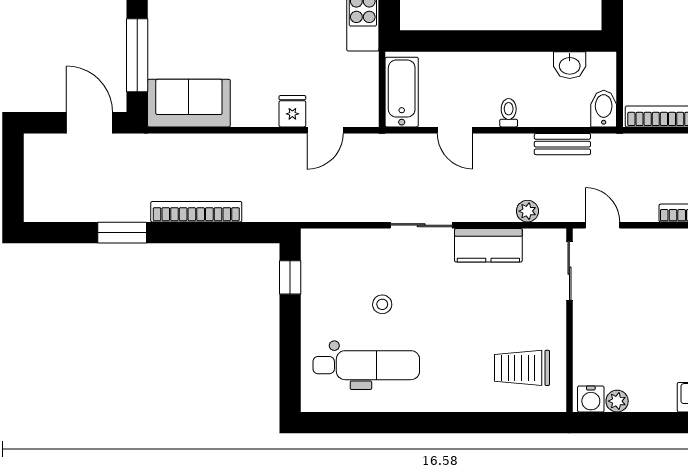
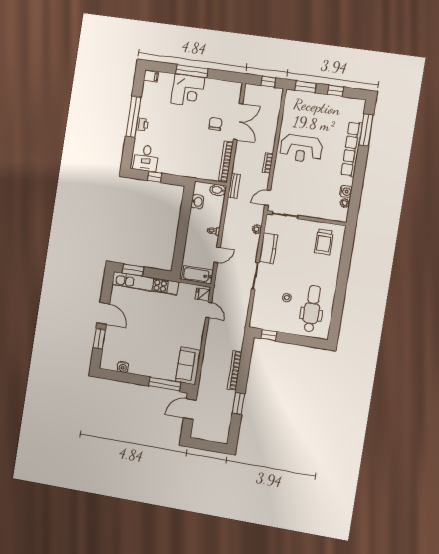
fridge: (292, 111) -> (203, 294), moved
bench: (562, 144) -> (234, 186), moved
water cooler: (591, 399) -> (346, 191), moved

